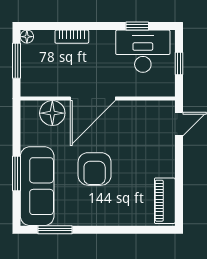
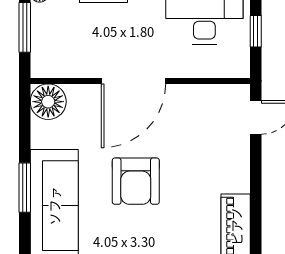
floor lamp: (52, 113) -> (48, 102), moved

